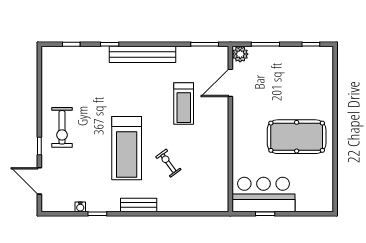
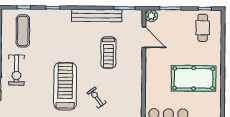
bench: (142, 54) -> (97, 16), moved
cafe table: (308, 70) -> (203, 28), added
exercise mat: (70, 75) -> (23, 31), added
door: (230, 83) -> (144, 37), swing flipped
treadmill: (127, 148) -> (65, 86), turned 180

